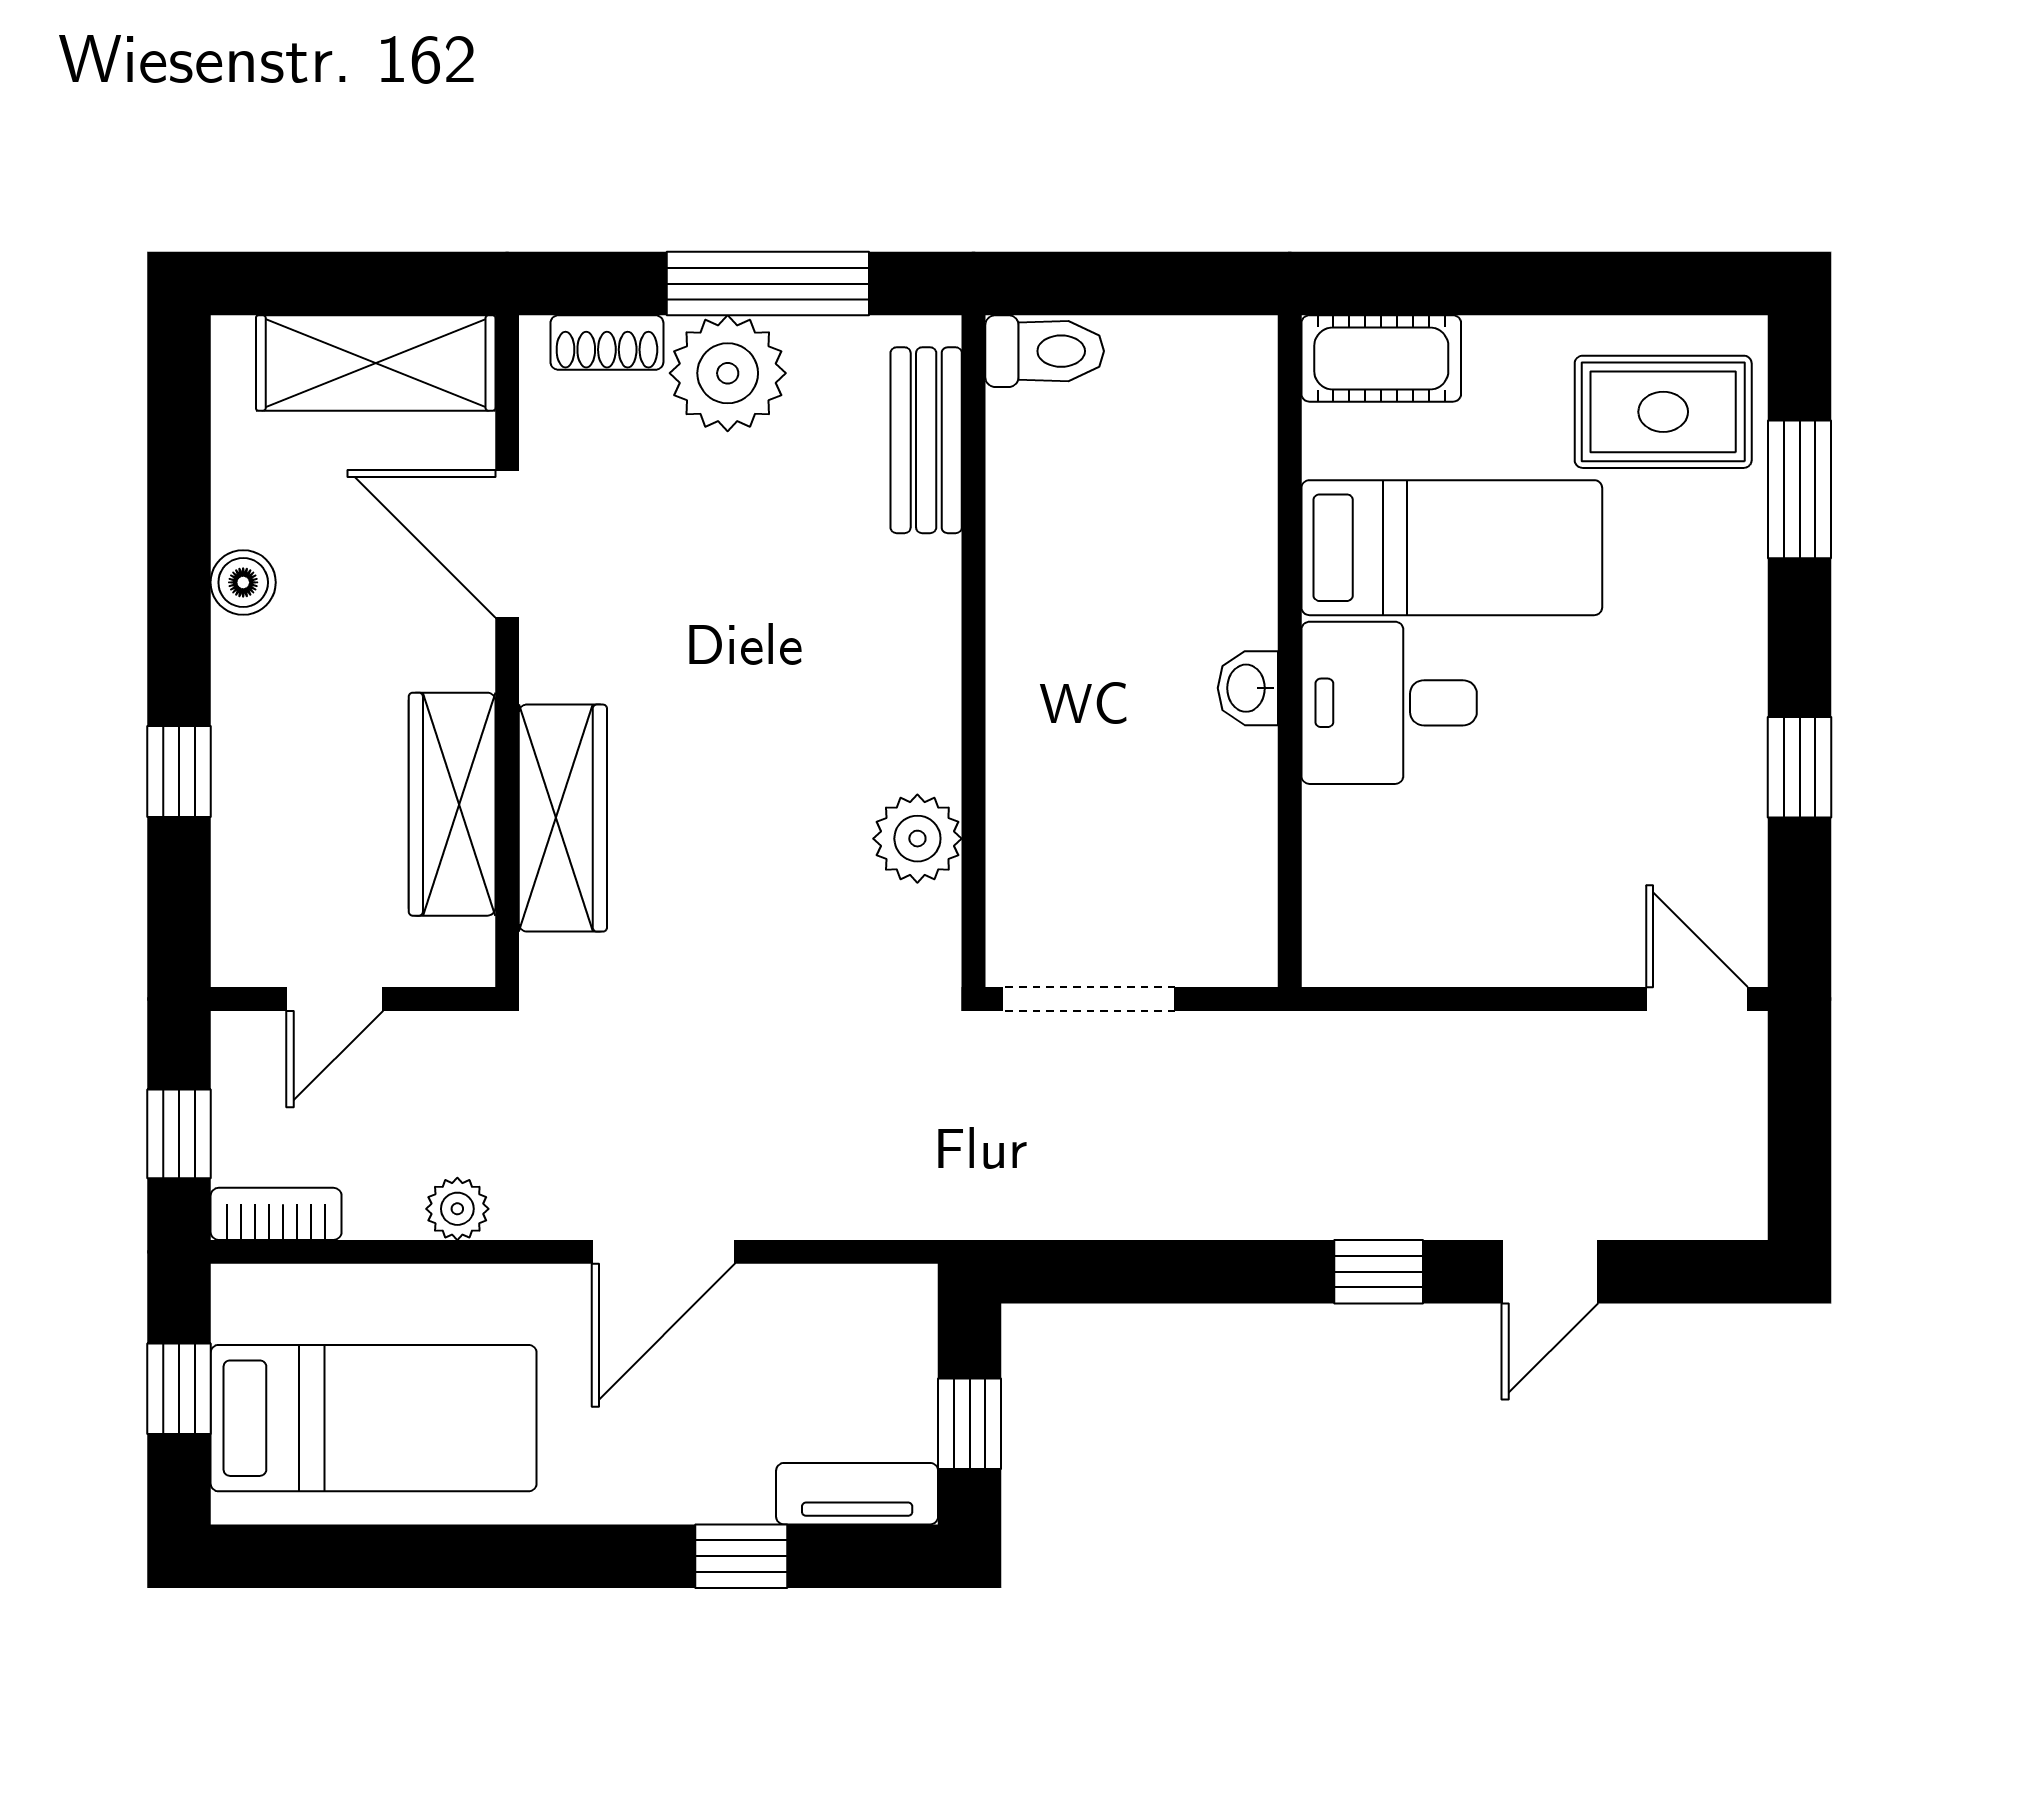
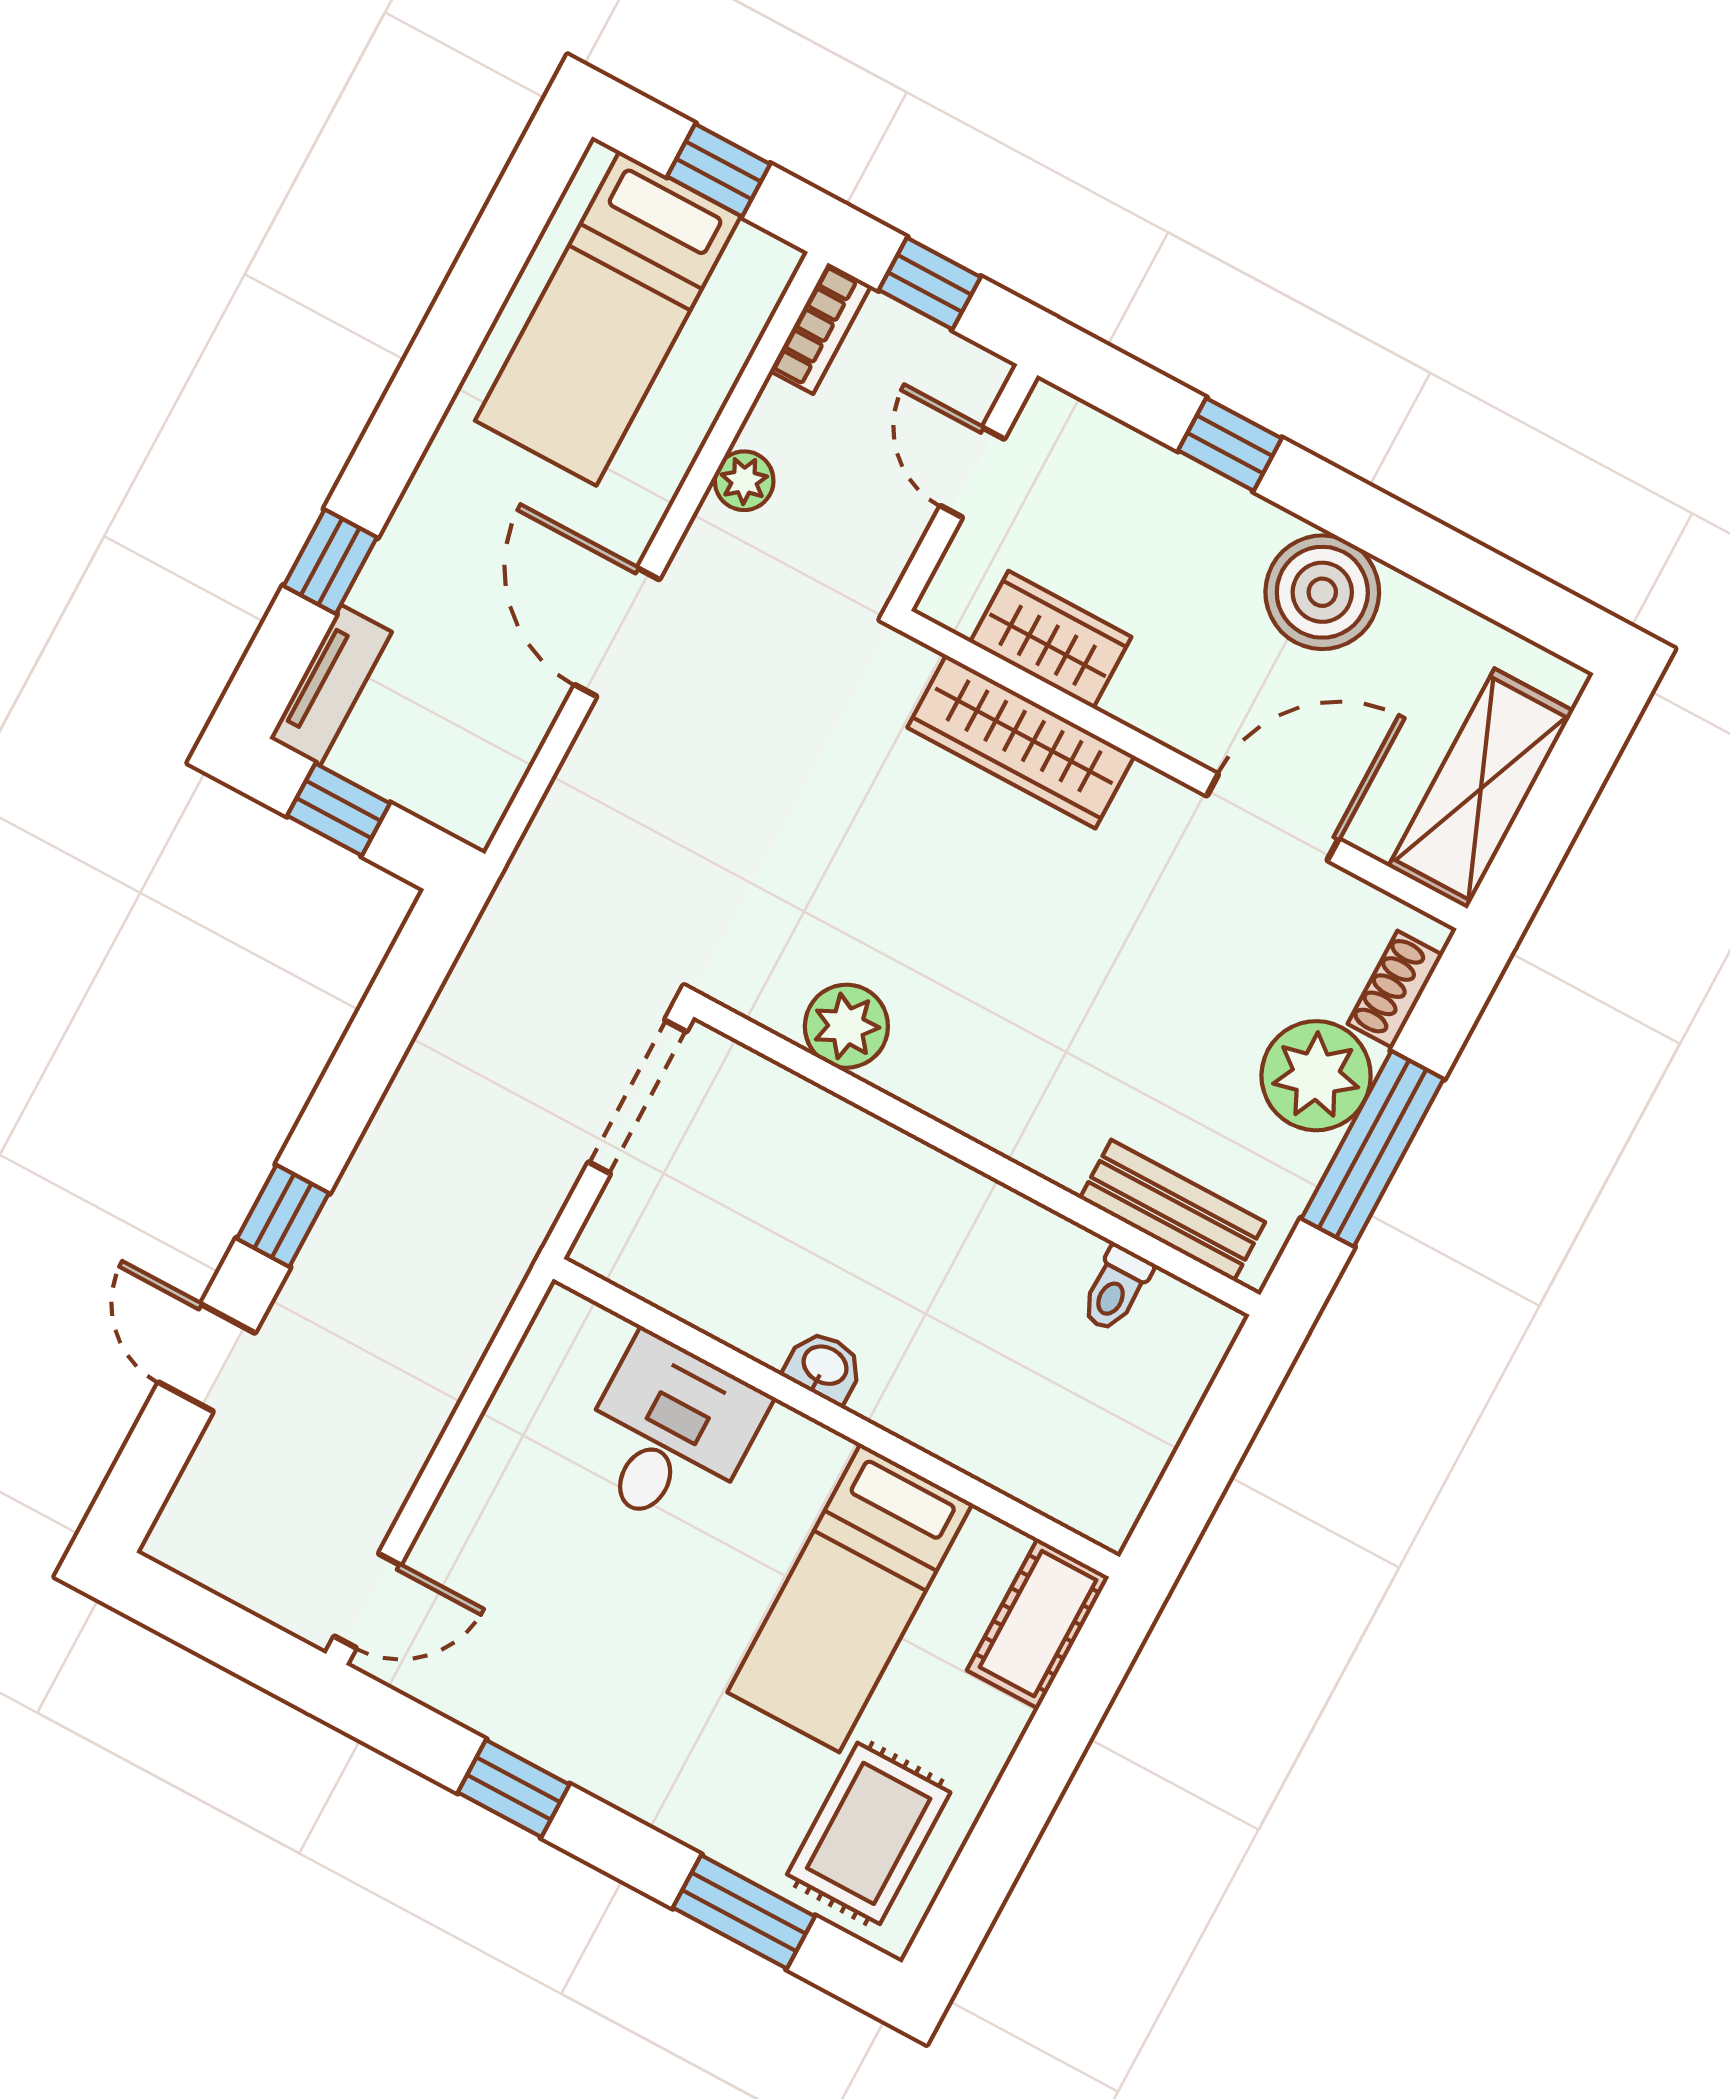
toilet: (1045, 351) -> (1116, 1289), moved, width x0.73, depth x0.72
boiler: (243, 582) -> (1322, 592), width x1.86, depth x1.86
desk: (1389, 703) -> (669, 1434), moved
wardrobe: (452, 804) -> (1051, 640), width x0.67

